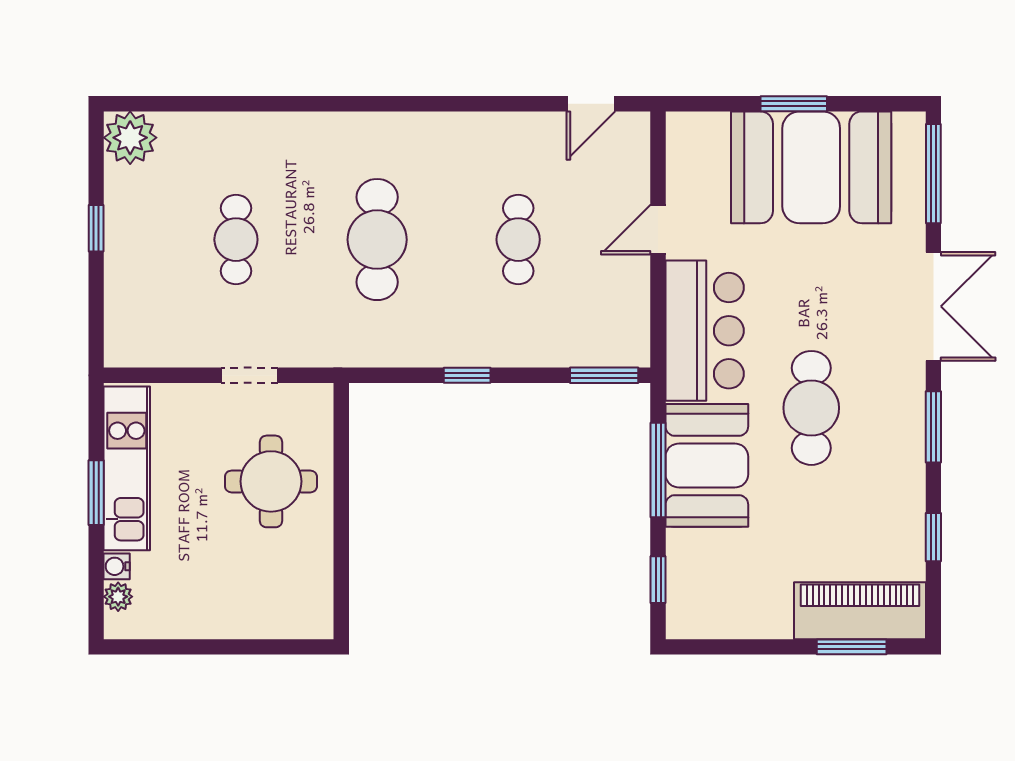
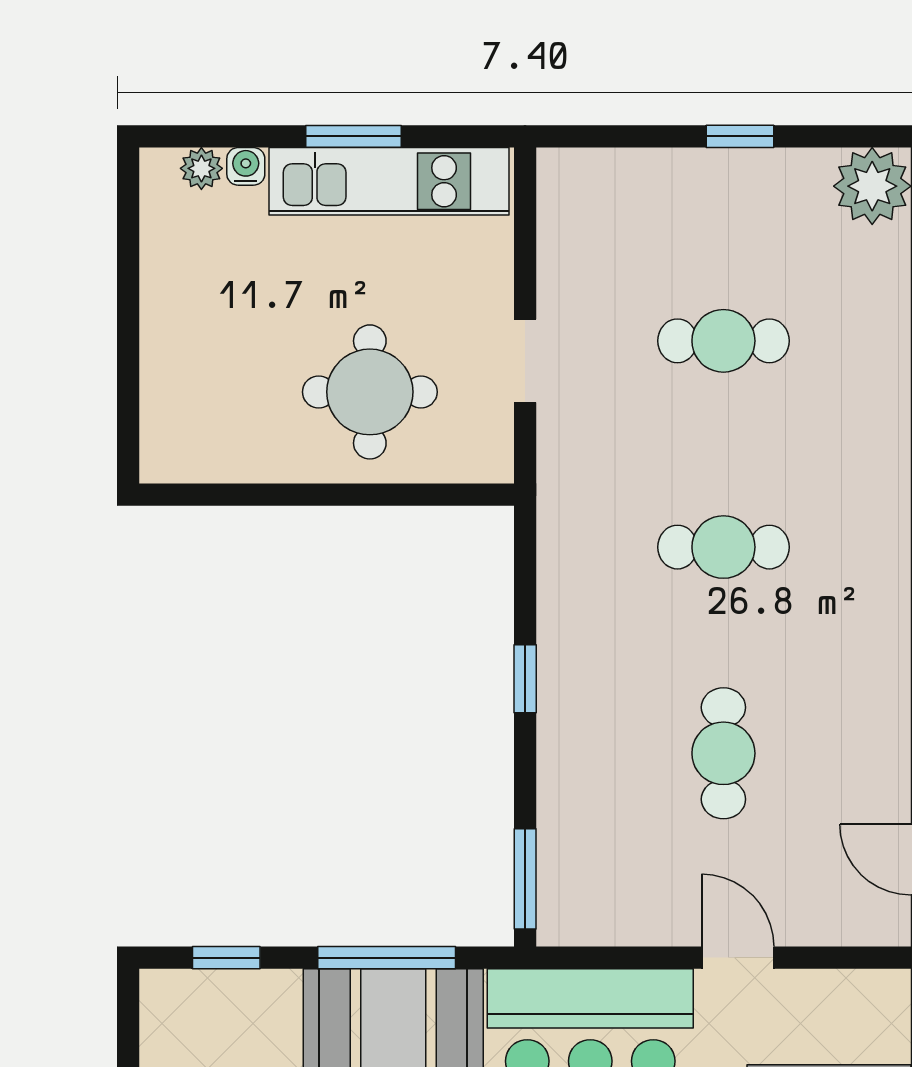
cafe table: (377, 240) -> (723, 547), width x0.73, depth x0.74
cafe table: (518, 240) -> (723, 753), turned 90

